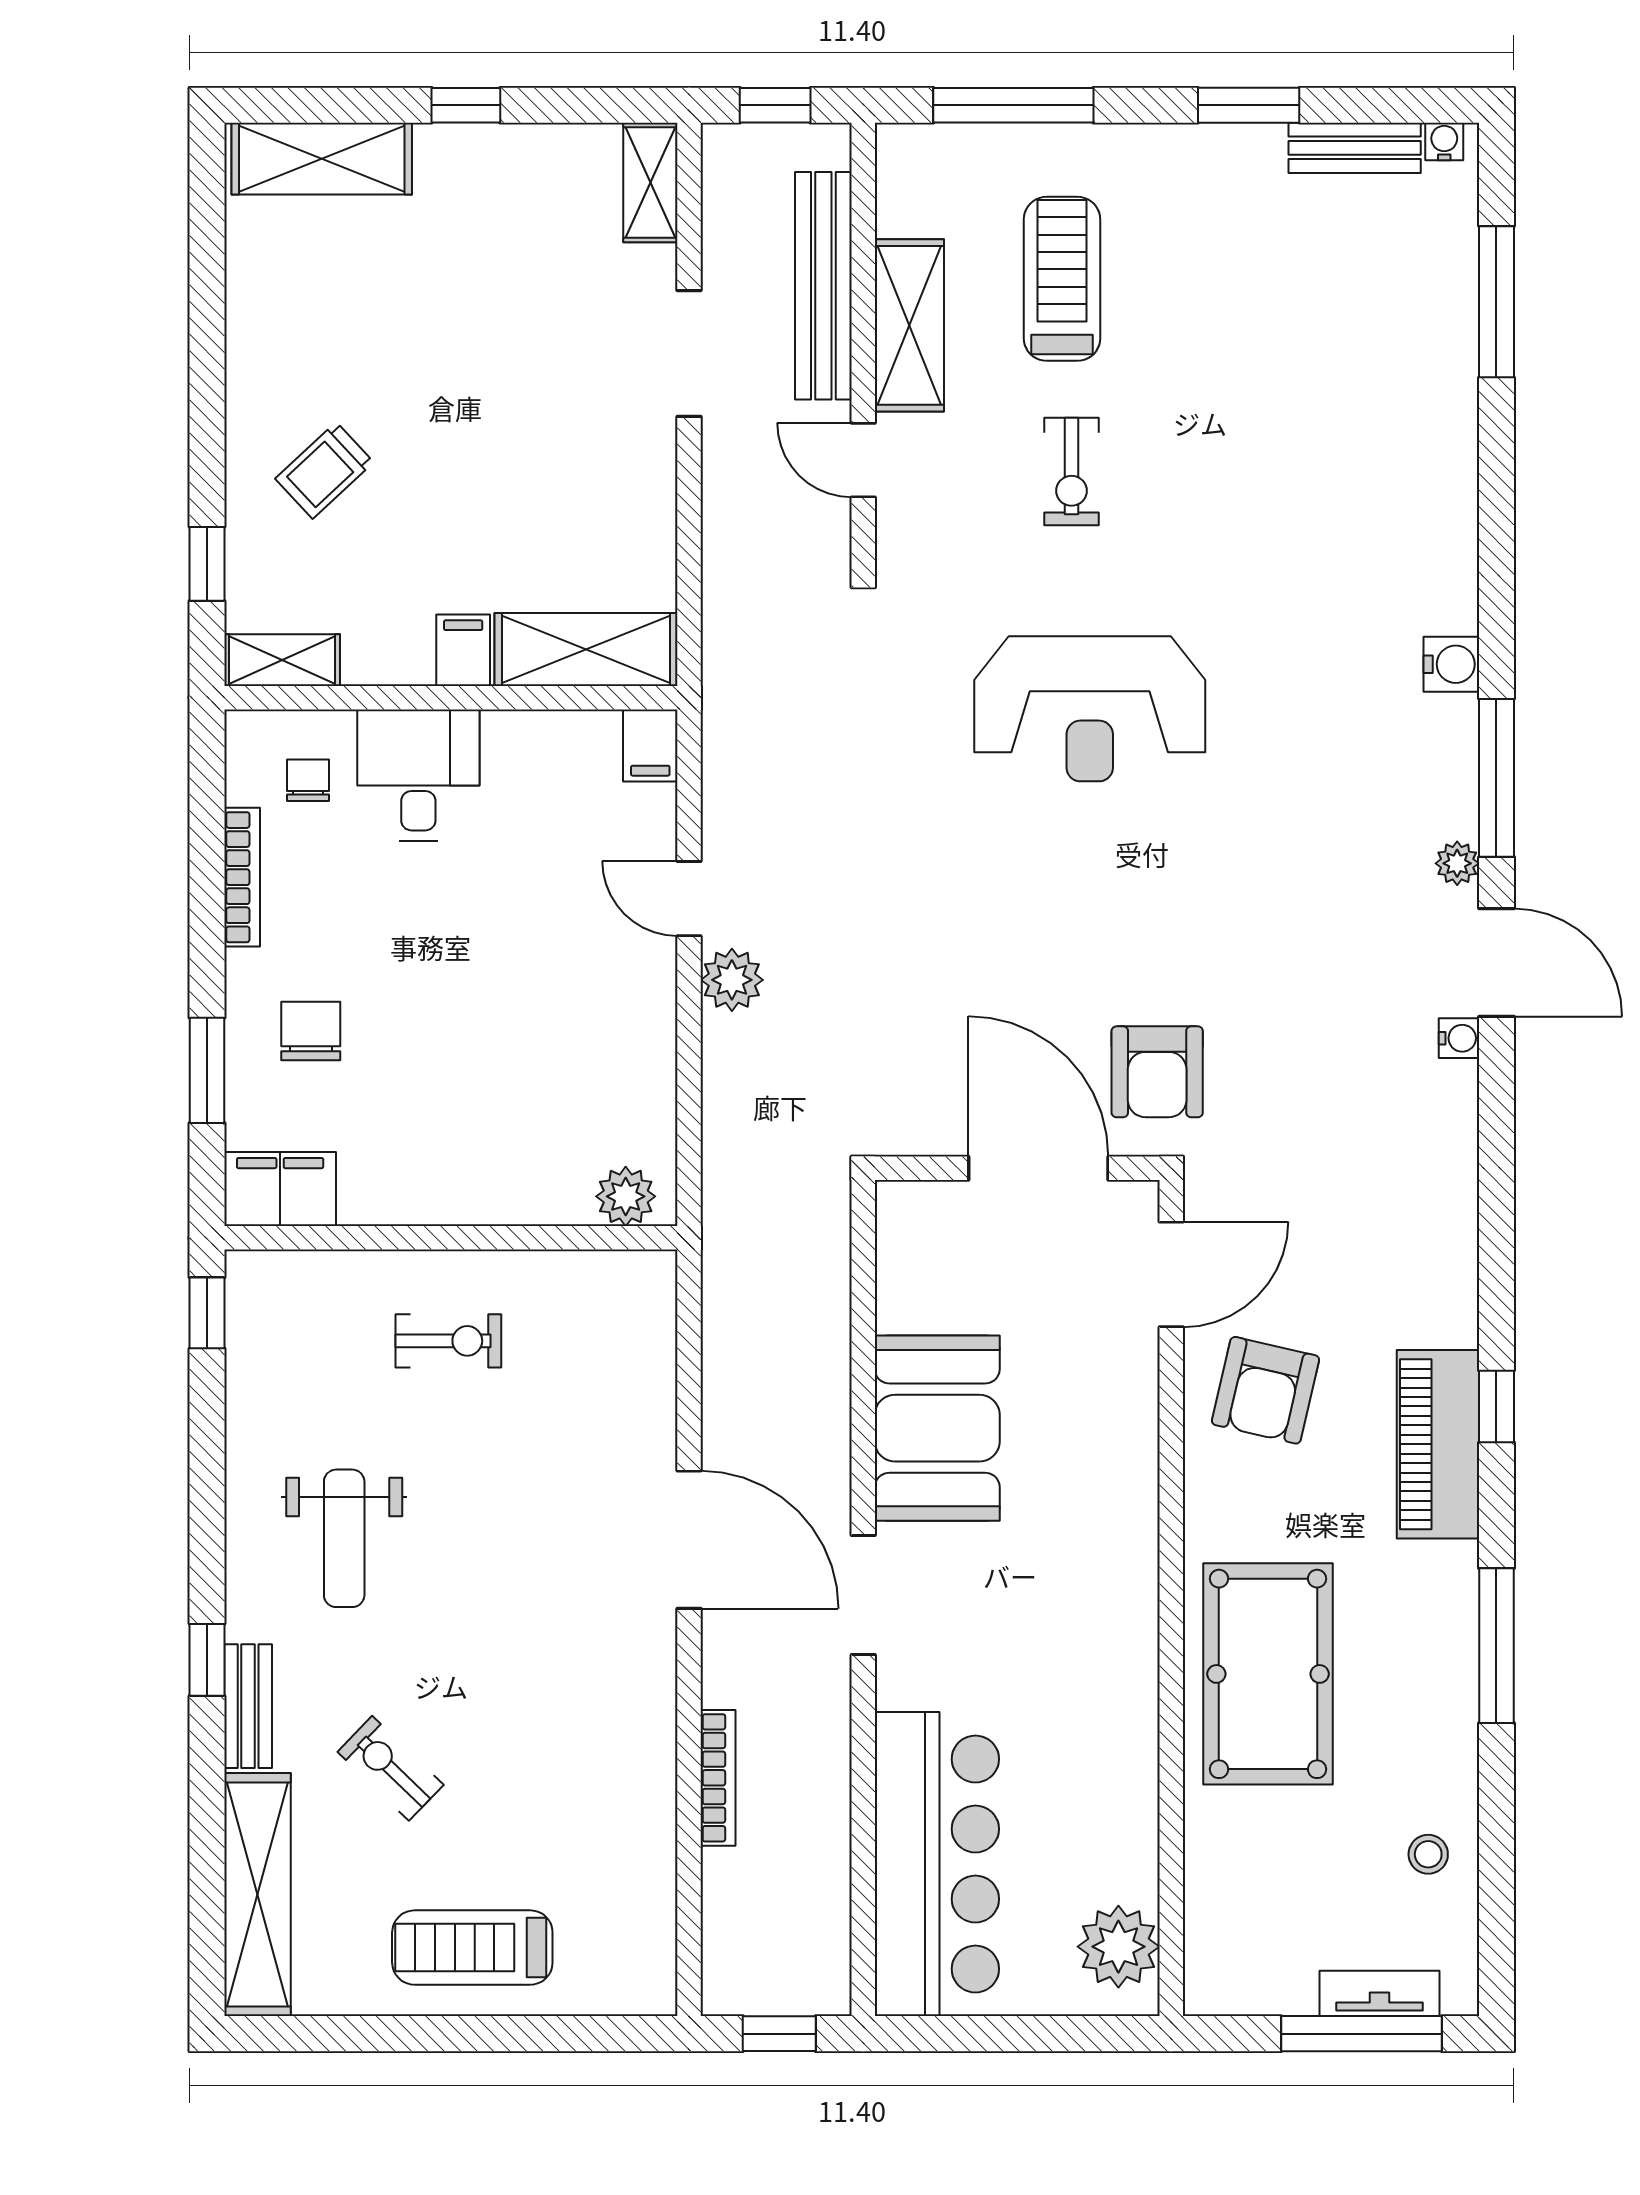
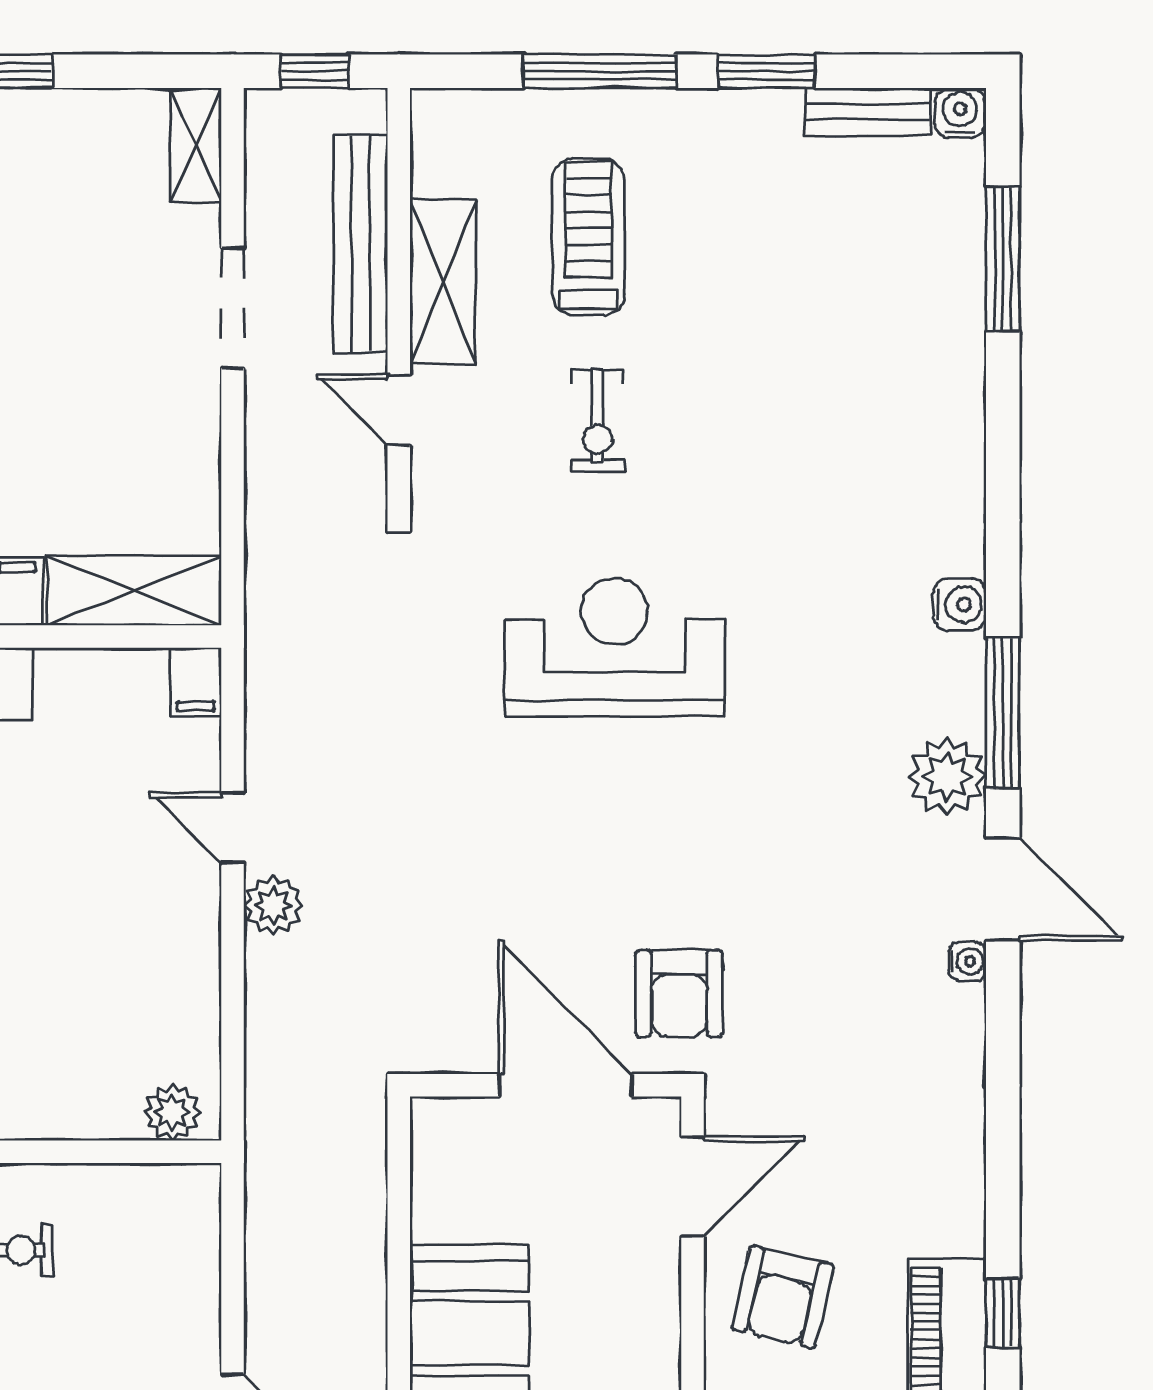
window: (1013, 105) -> (600, 71), moved
water cooler: (1444, 141) -> (960, 113), width x1.38, depth x1.38
reception desk: (1090, 709) -> (615, 647), turned 180
plant: (1457, 863) -> (947, 776), width x1.88, depth x1.88

